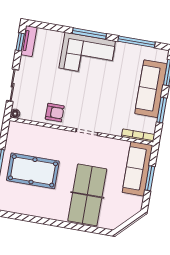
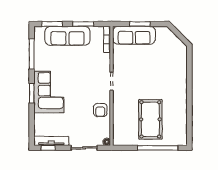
window: (89, 34) -> (32, 93), width x0.69
tv unit: (29, 41) -> (51, 141), width x1.41
armchair: (55, 113) -> (100, 110), turned 180
table tennis table: (87, 195) -> (162, 72), removed

